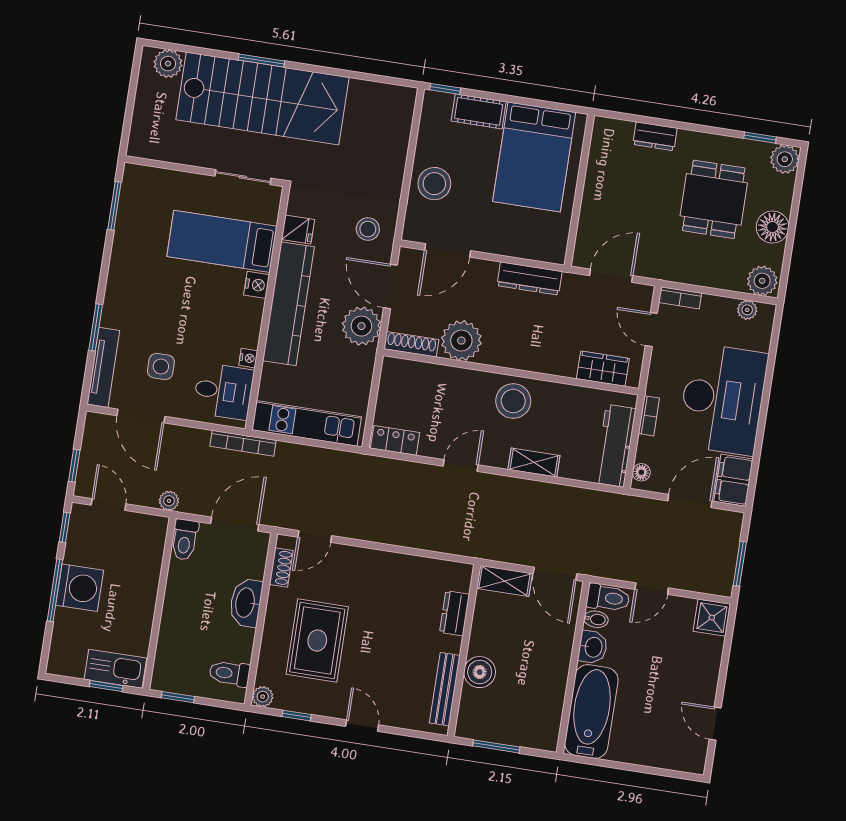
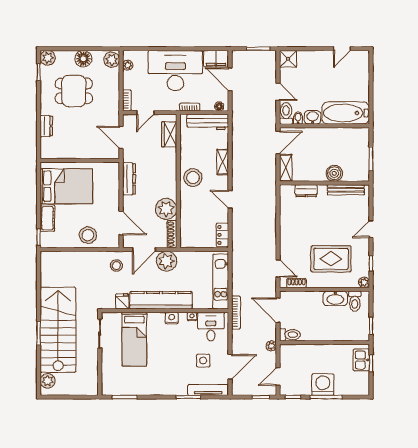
nightstand: (257, 285) -> (172, 318), moved
washbasin: (246, 603) -> (335, 298), moved
kitchen sink: (115, 669) -> (361, 360), width x0.73

